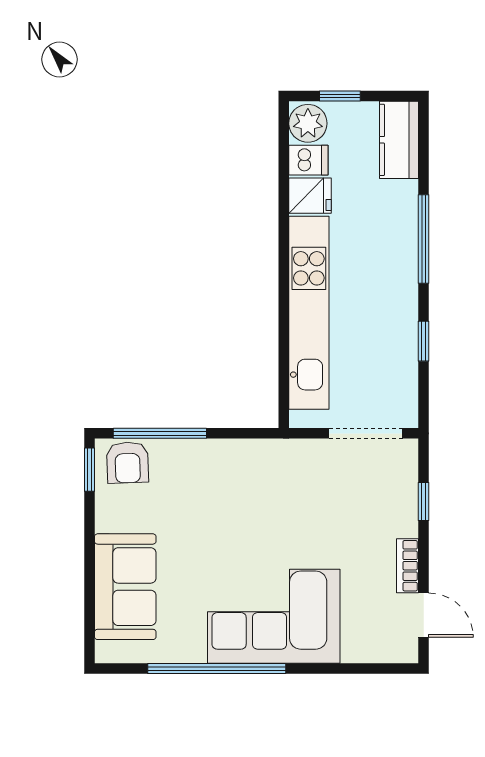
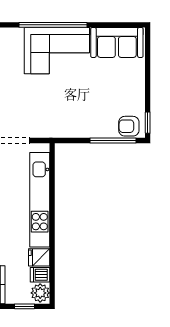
armchair: (128, 462) -> (129, 126), turned -88
sofa: (125, 587) -> (117, 42), moved, turned -90
window: (217, 669) -> (53, 25), moved

